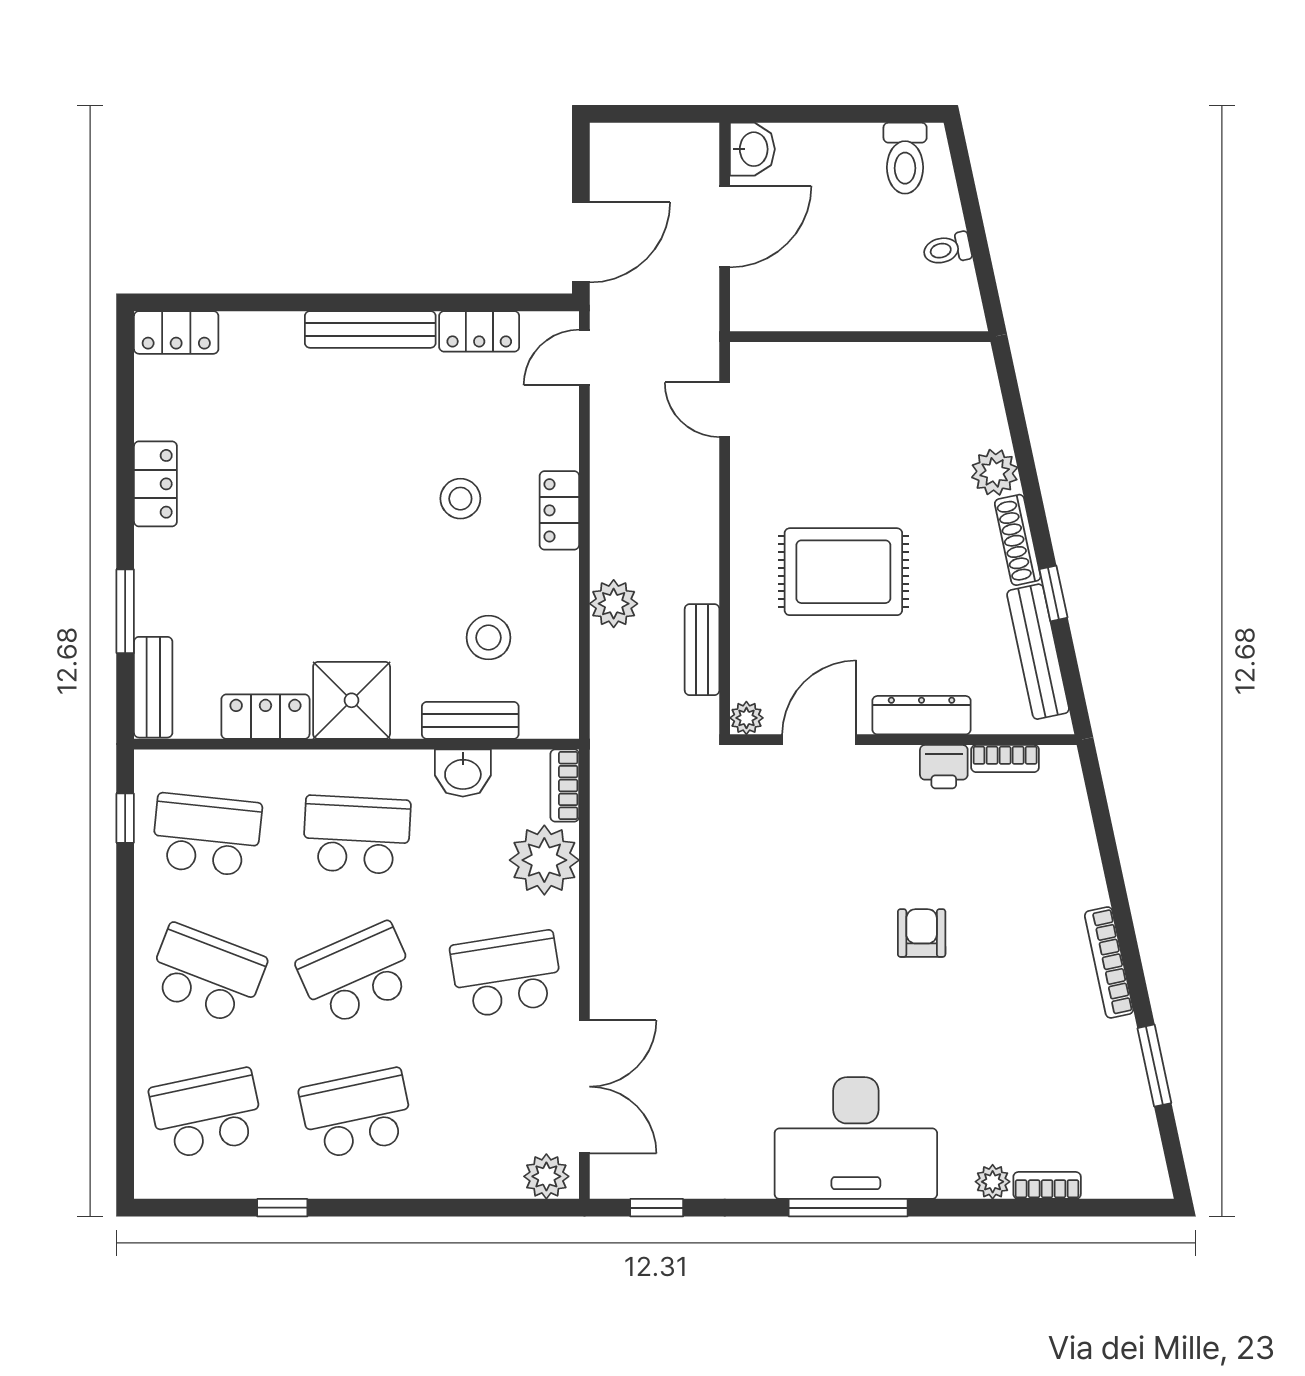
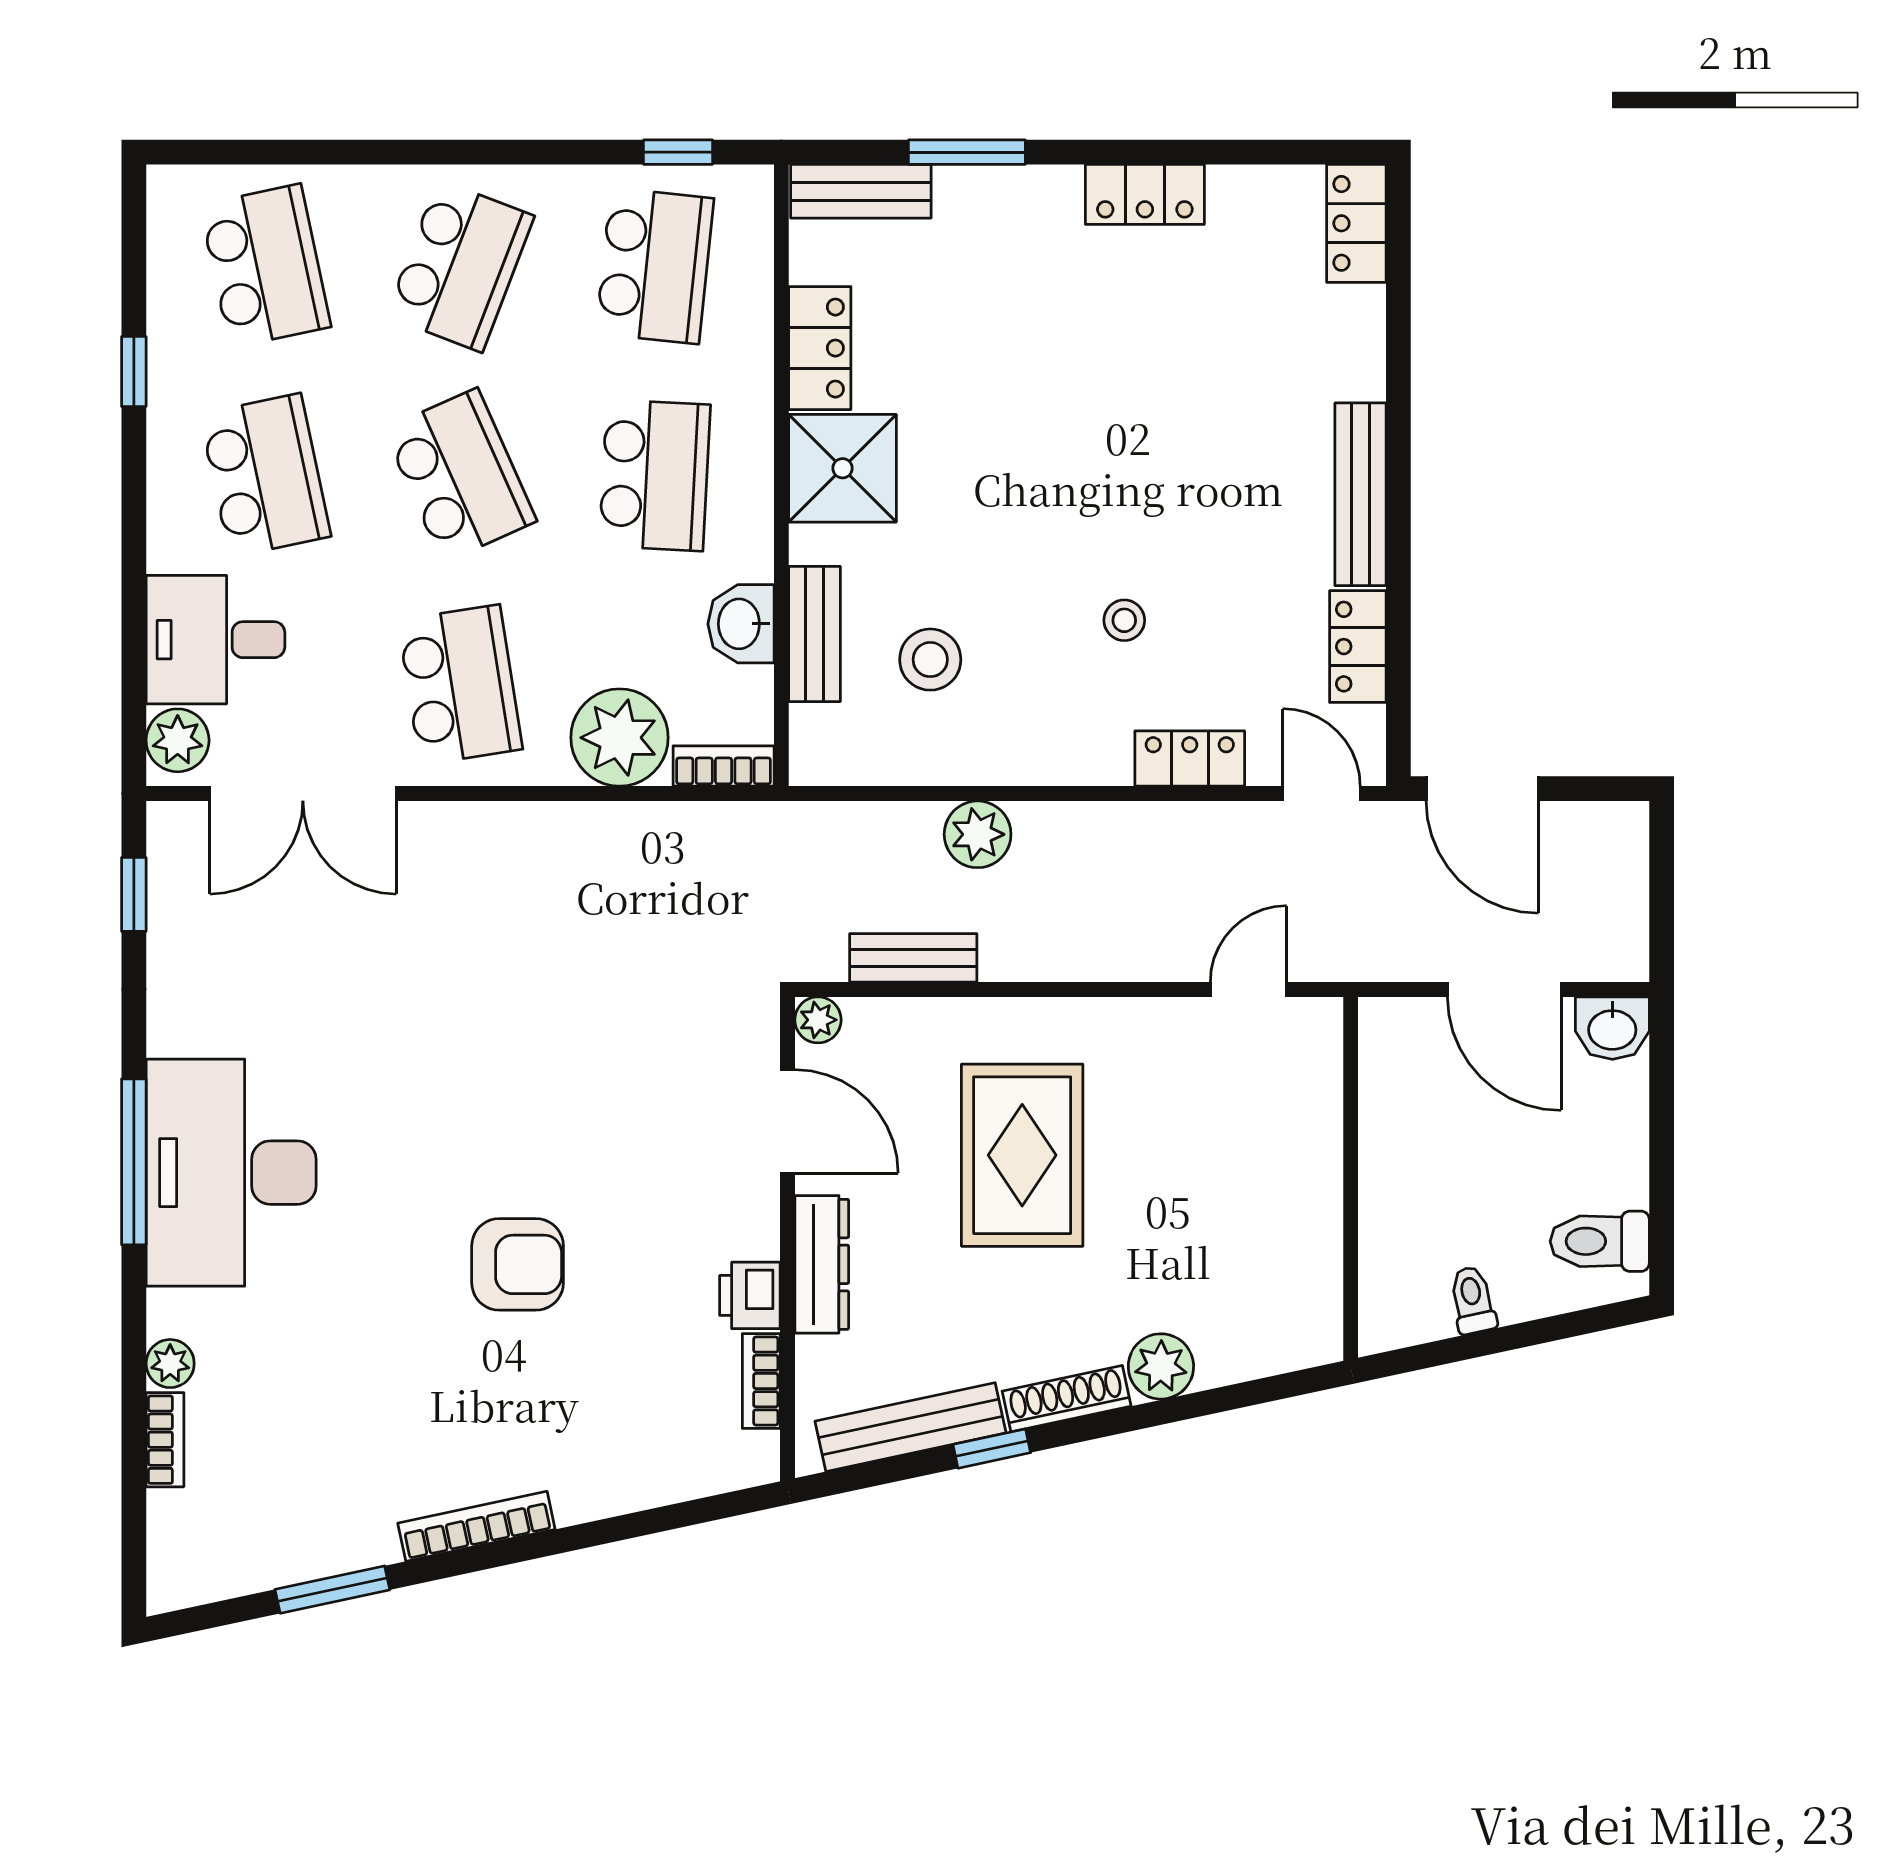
stool: (460, 499) -> (1124, 620), width x0.73, depth x0.73
locker: (559, 510) -> (1190, 759), moved
armchair: (922, 933) -> (518, 1264), width x1.38, depth x1.38
desk: (474, 1149) -> (215, 640), added

